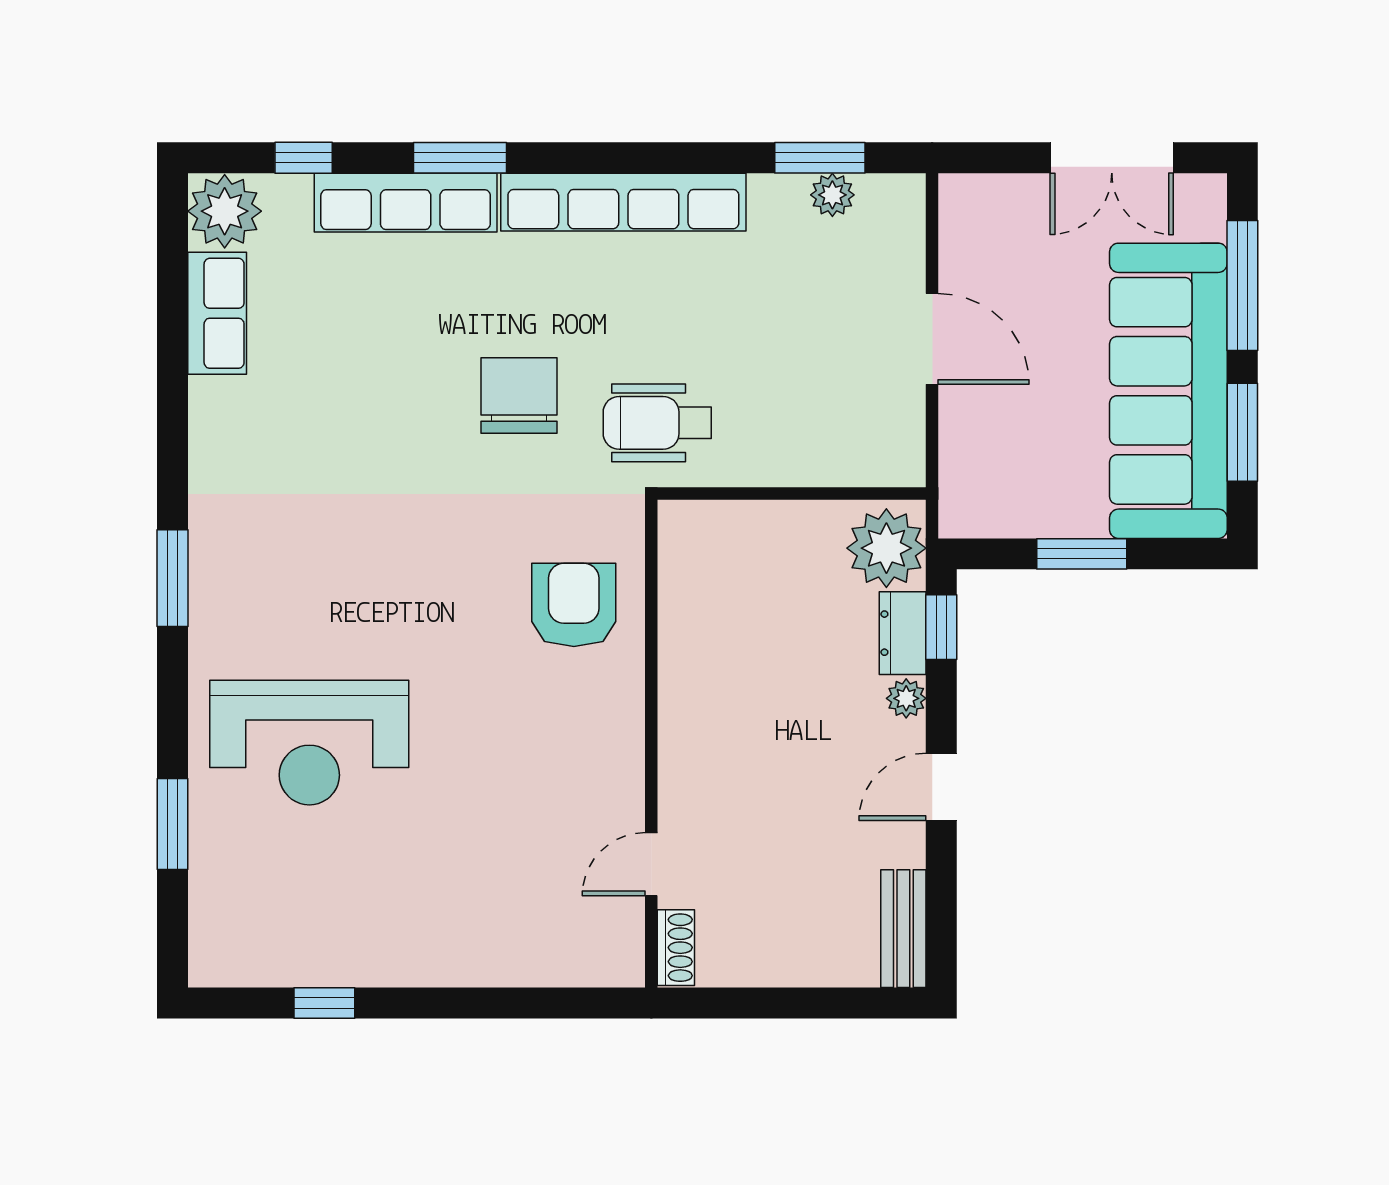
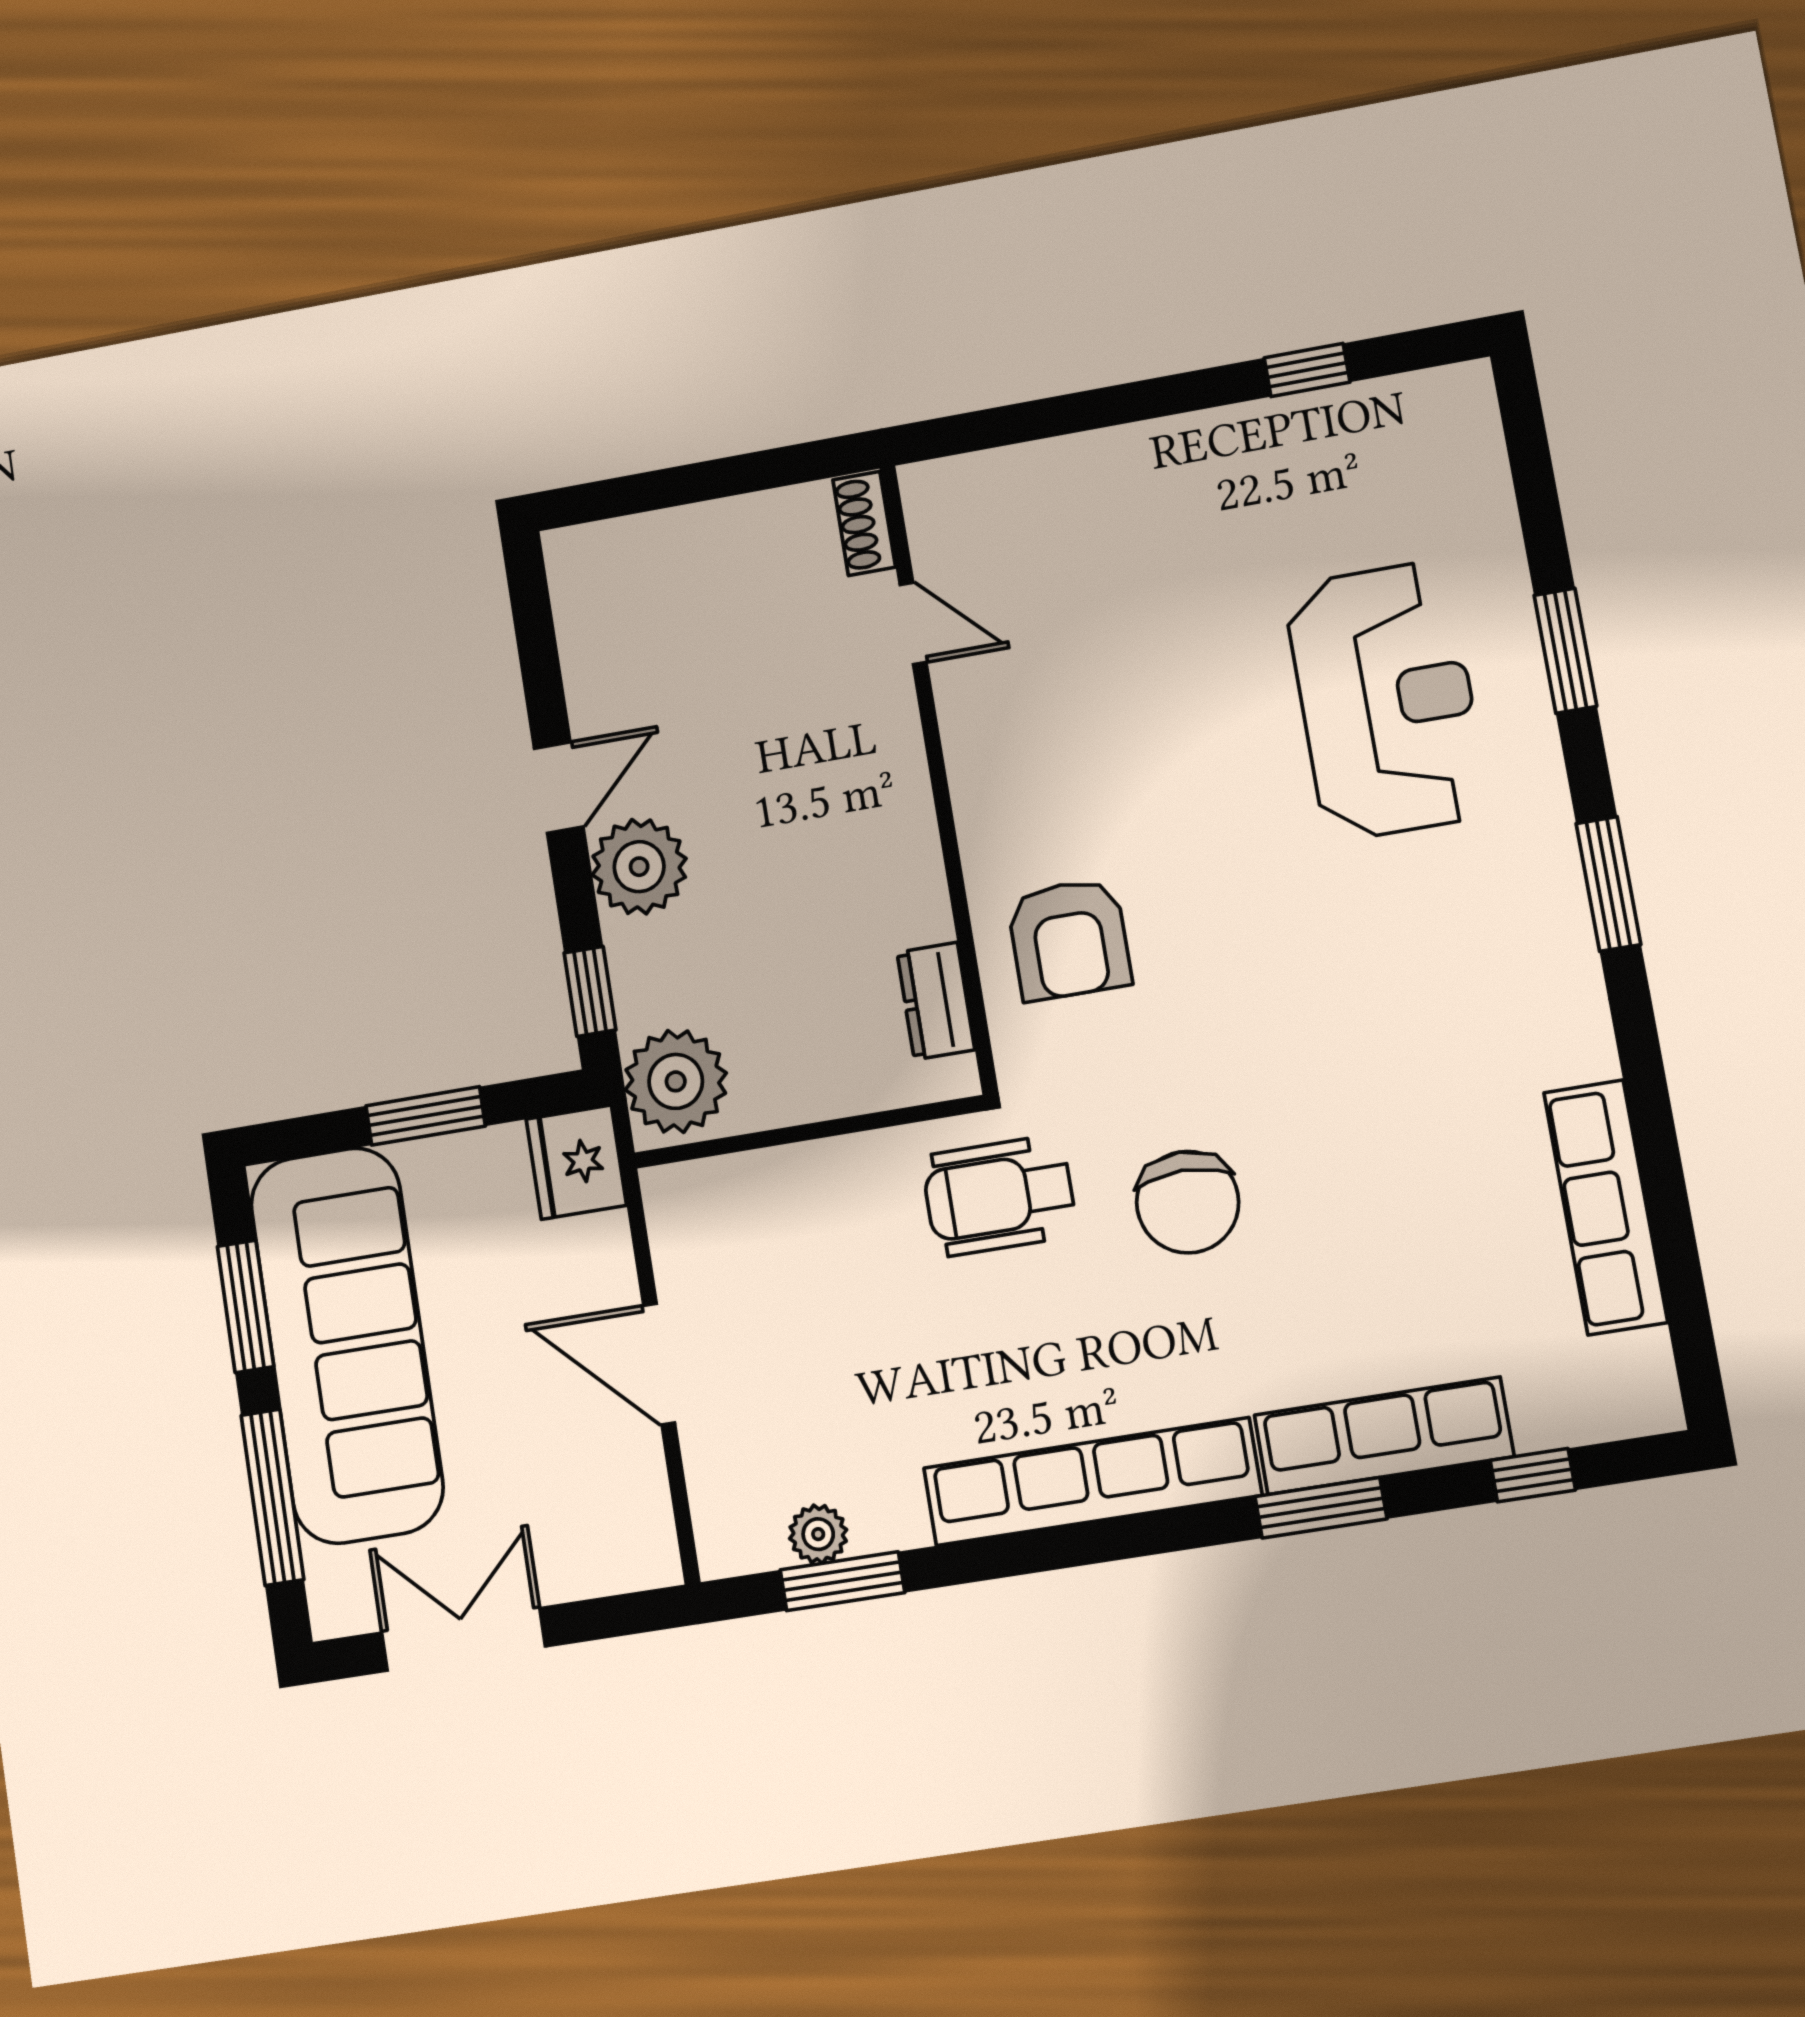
plant: (225, 211) -> (1628, 1386), removed
row of seats: (217, 313) -> (1606, 1207), width x1.48
wheelchair: (657, 423) -> (999, 1196), turned 180
fridge: (971, 500) -> (576, 1162), added
dresser: (903, 633) -> (936, 1001), moved, turned 180
plant: (906, 698) -> (639, 867), width x1.87, depth x1.87
reception desk: (309, 743) -> (1386, 701), turned 90
window: (172, 824) -> (1565, 651), moved
door: (651, 864) -> (913, 623), hinge flipped
bench: (903, 929) -> (579, 600), removed

